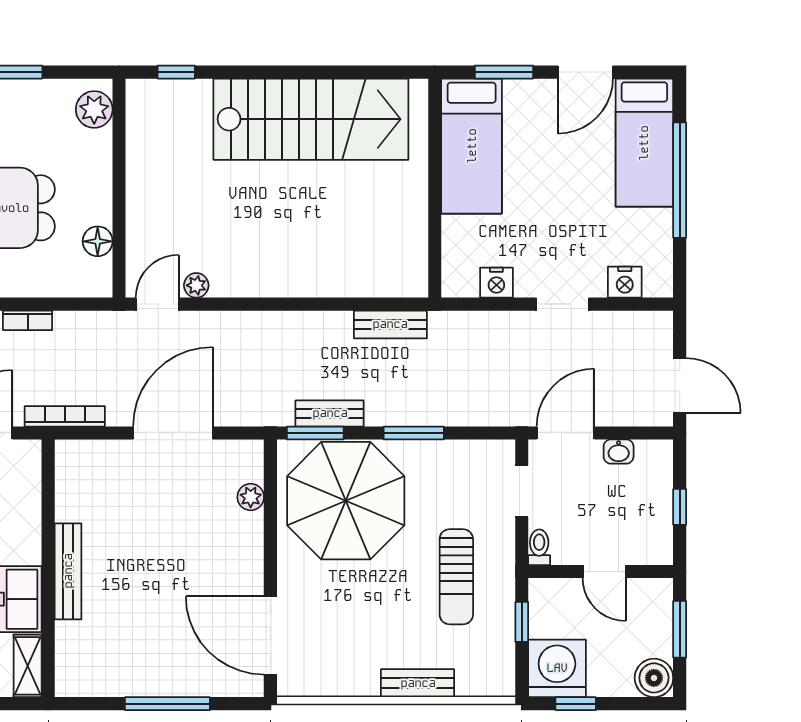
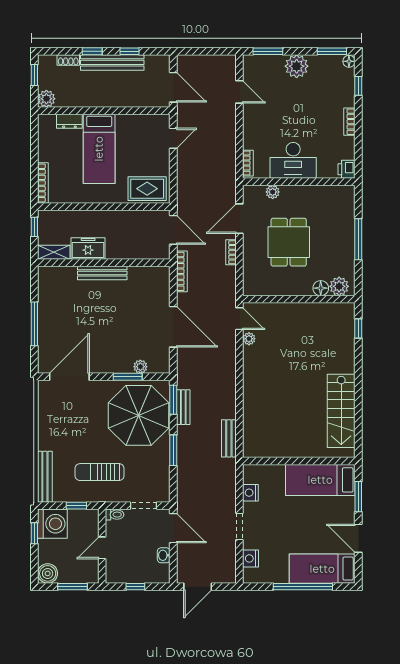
stairs: (311, 119) -> (341, 411), width x0.73, depth x0.66
floor lamp: (98, 241) -> (321, 288), moved
window: (270, 522) -> (128, 377), added
bench: (418, 683) -> (45, 477), moved, width x1.36

